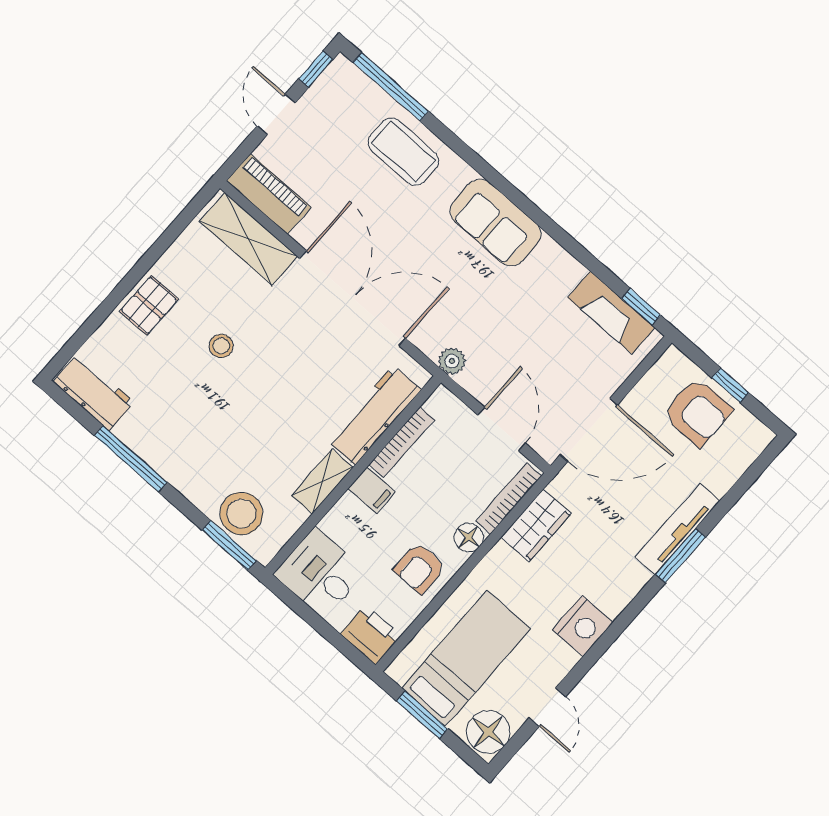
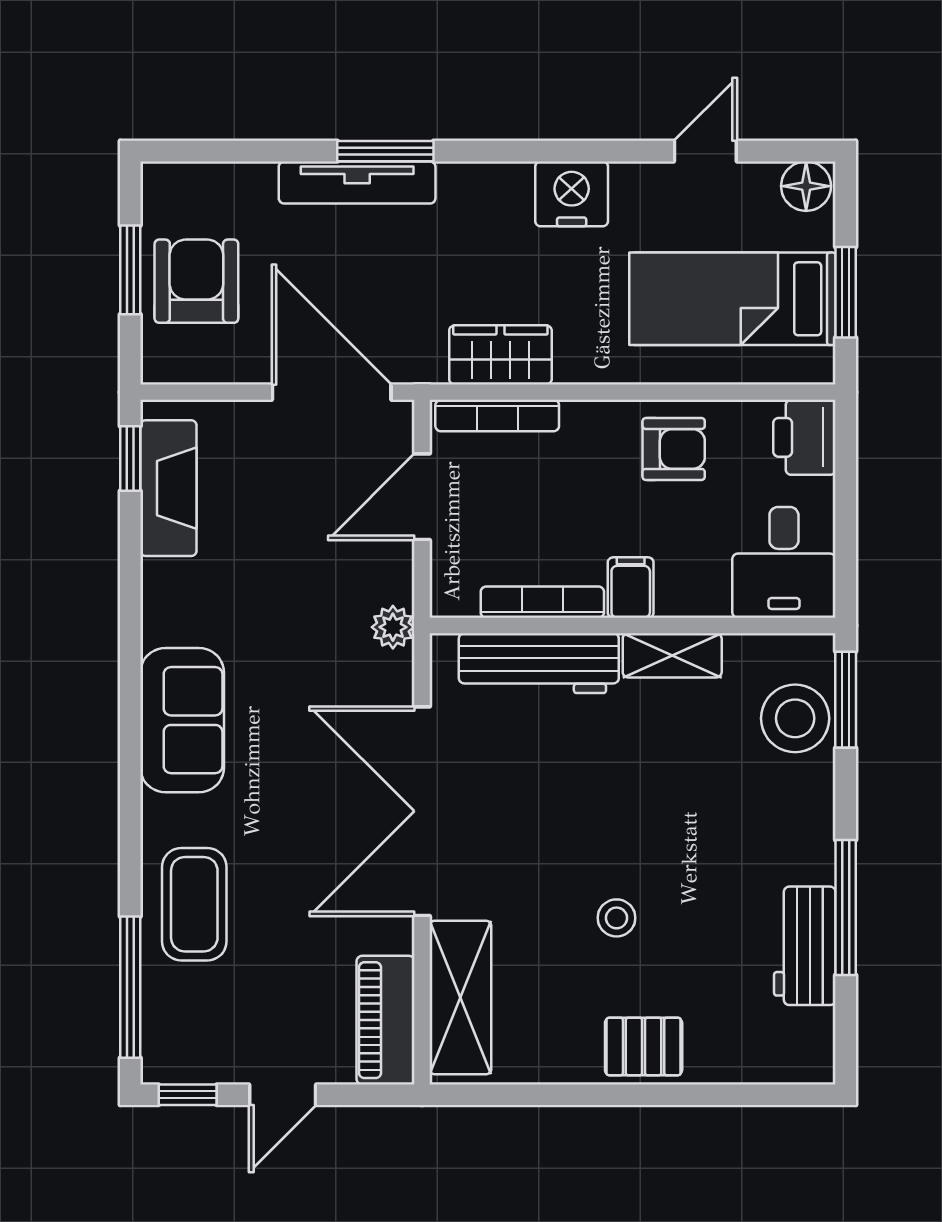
window: (730, 385) -> (130, 270), width x1.50
workbench: (94, 392) -> (805, 946), moved
floor lamp: (469, 537) -> (586, 423), removed
floor lamp: (488, 732) -> (806, 186), width x0.73, depth x0.73

